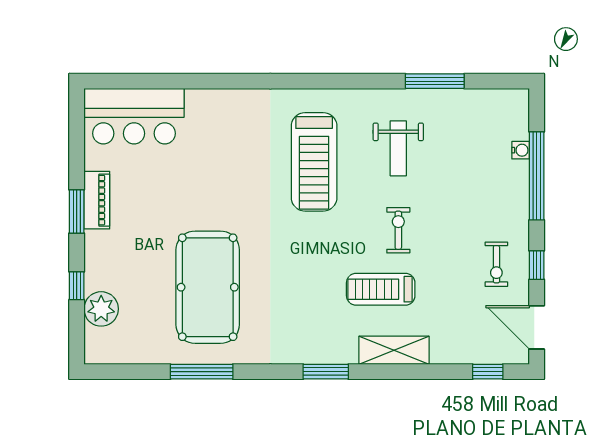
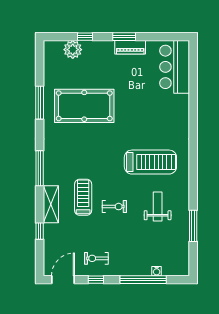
weight bench: (398, 148) -> (158, 206), turned 90
treadmill: (314, 162) -> (150, 162), turned 180
window: (326, 372) -> (40, 168), width x1.44
window: (488, 372) -> (40, 231), moved

